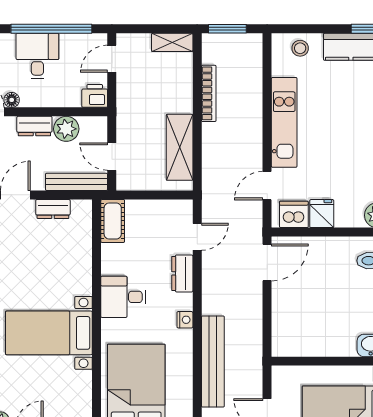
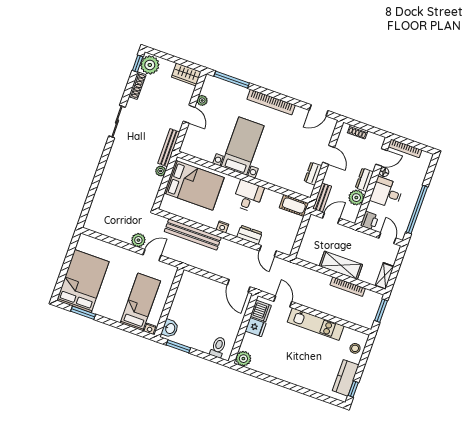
desk: (37, 56) -> (387, 193), moved, turned 180
shelving: (180, 147) -> (341, 265), moved
bench: (76, 182) -> (322, 197), width x0.73

